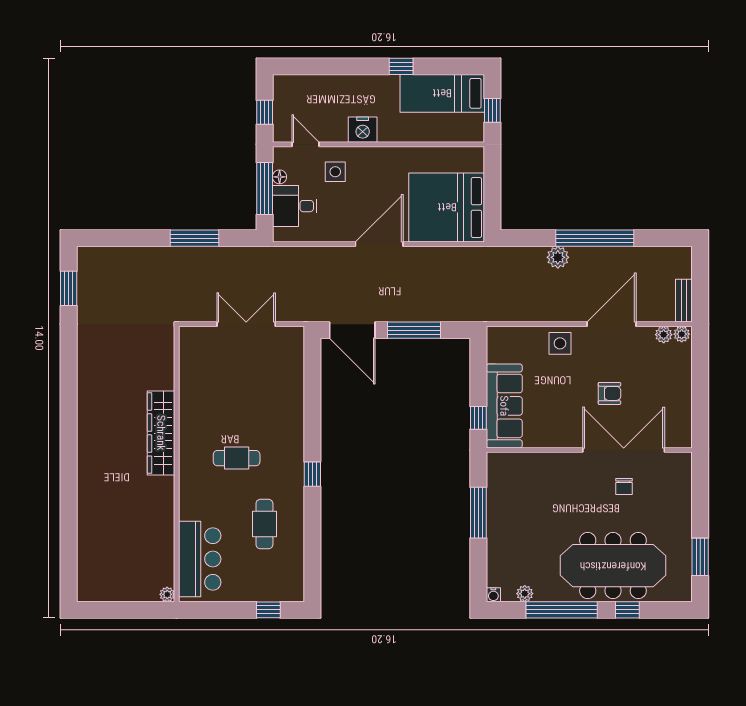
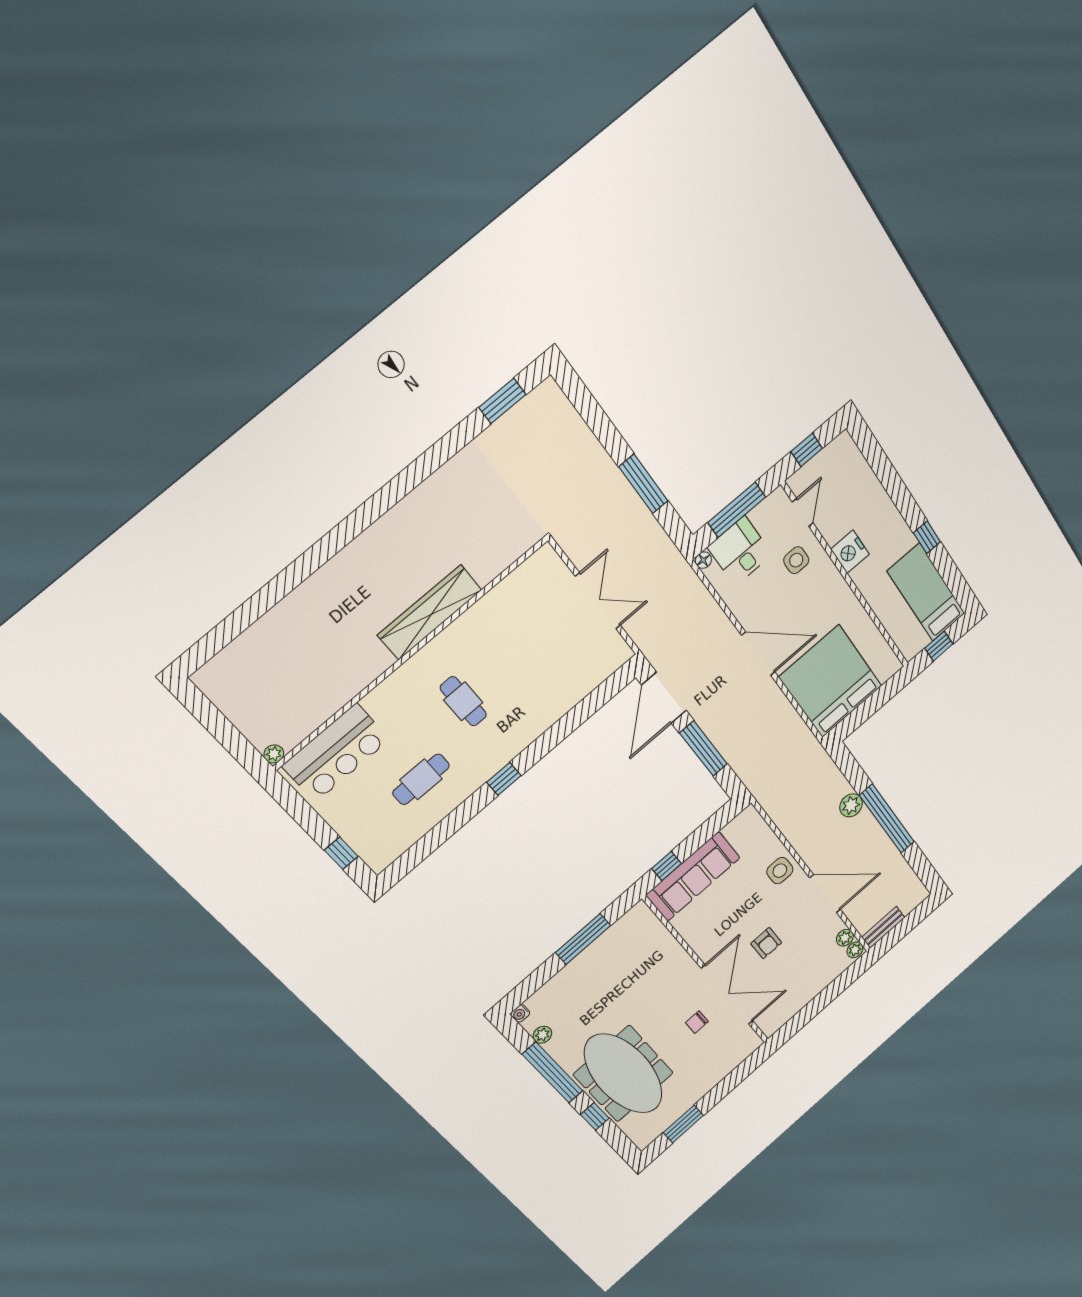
floor lamp: (280, 177) -> (703, 560), moved

